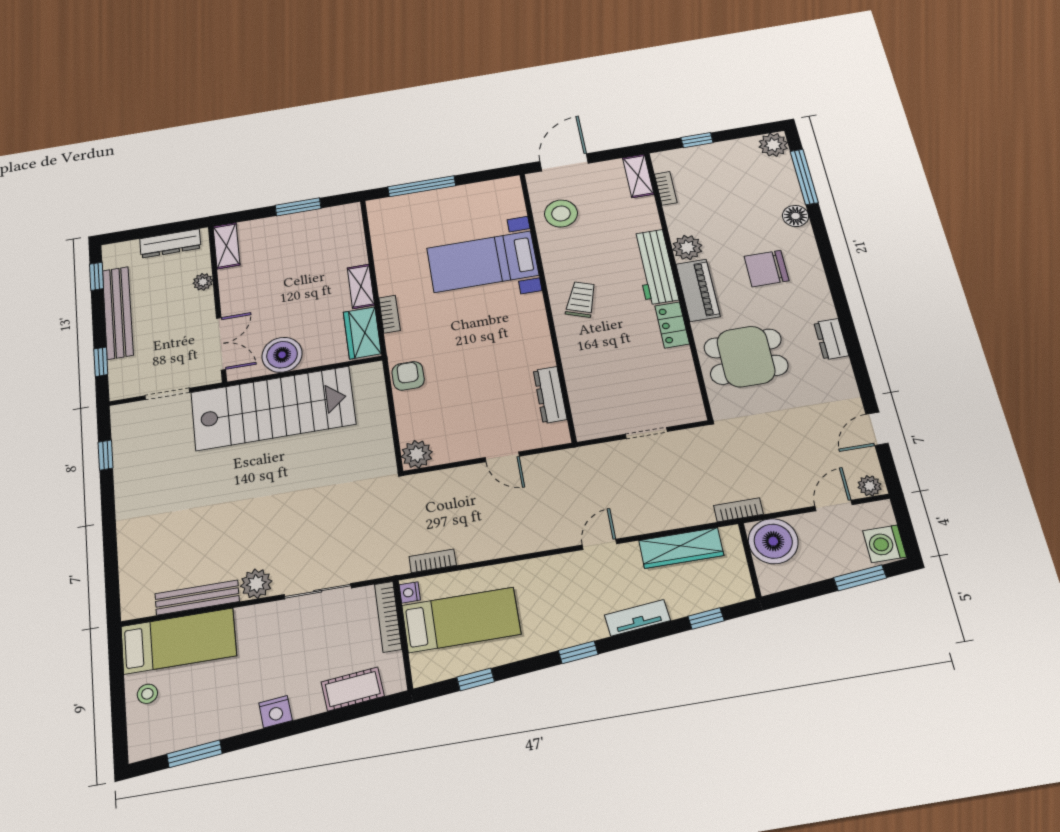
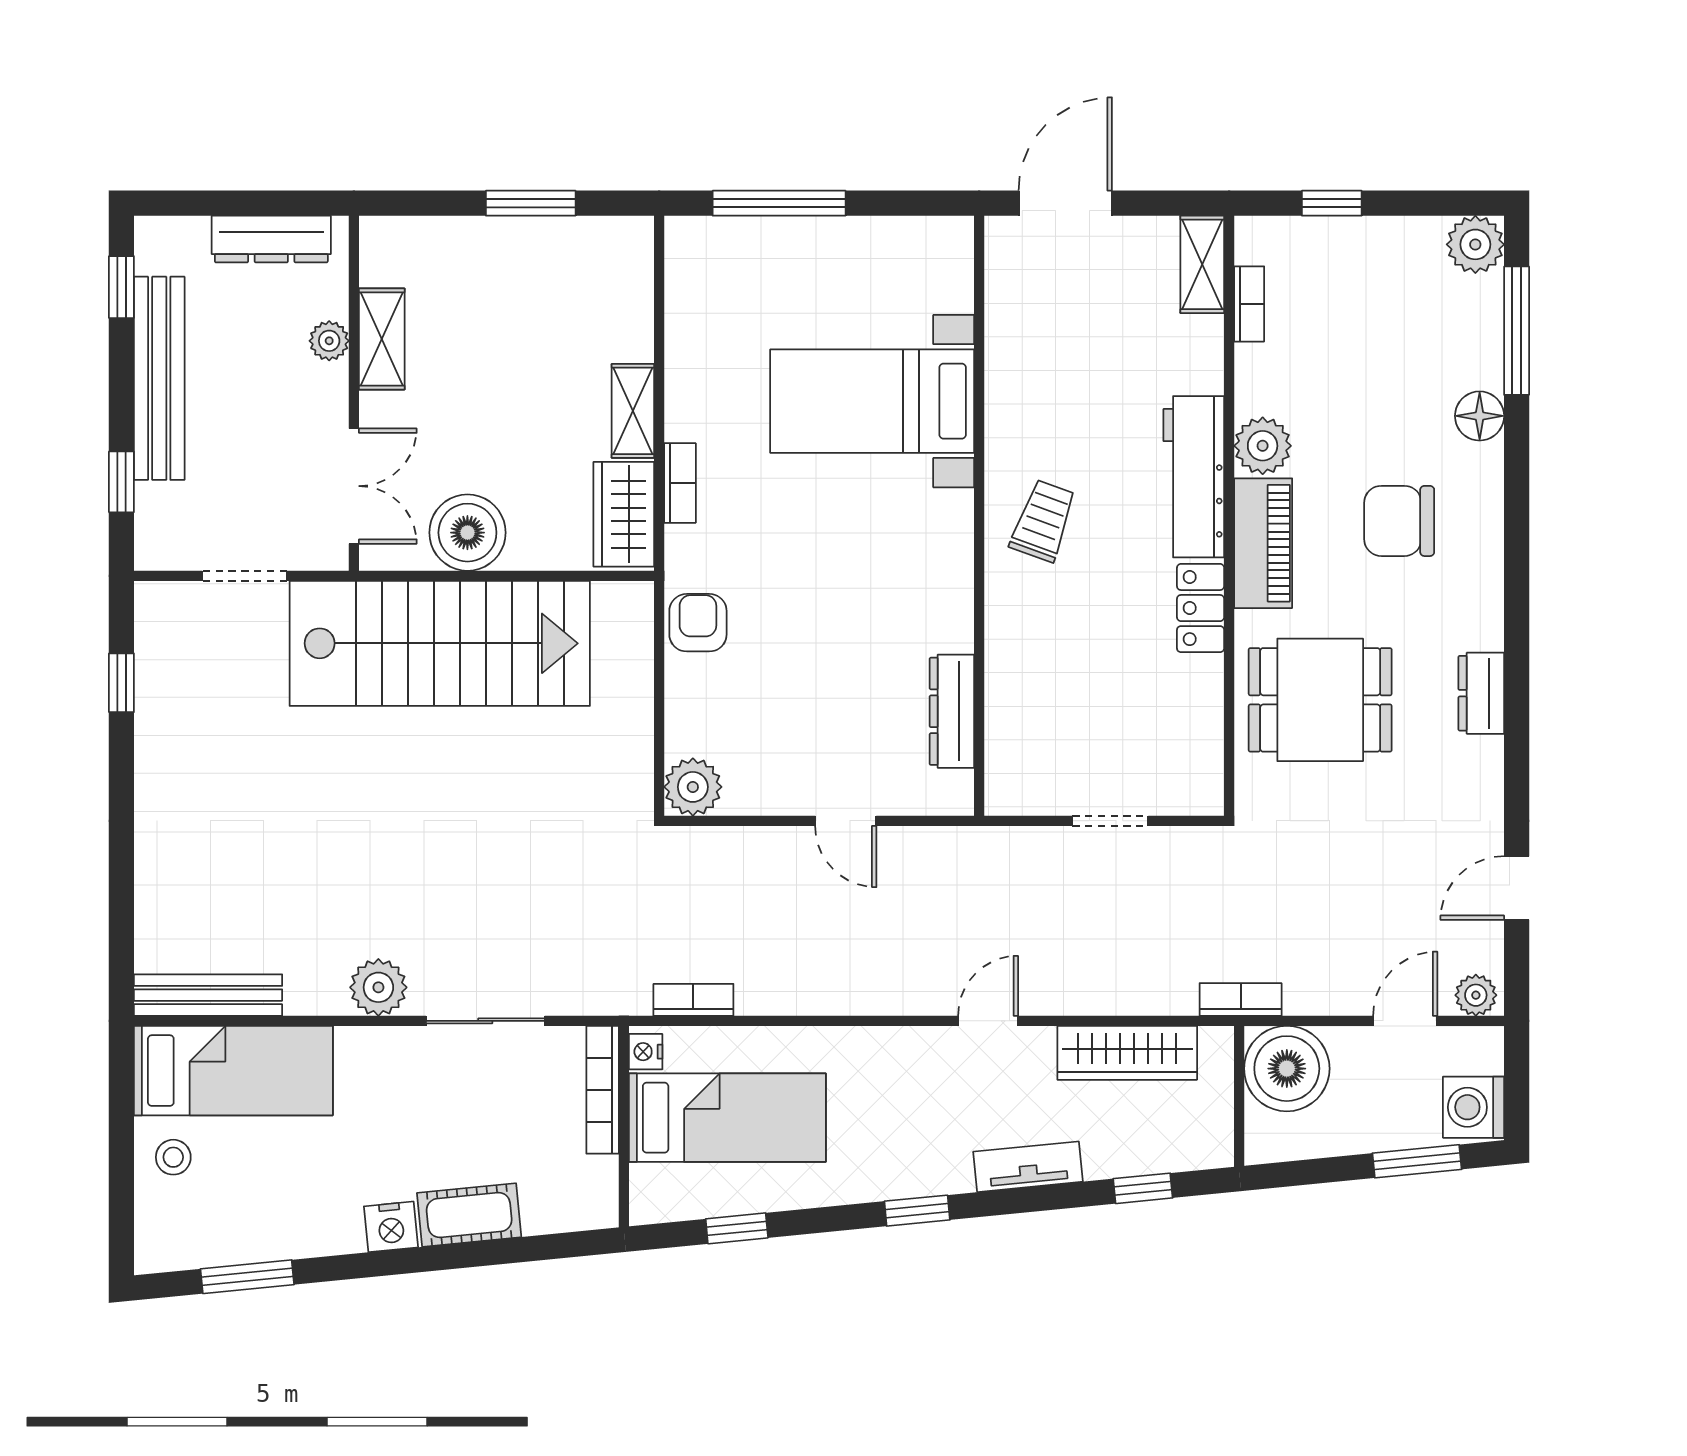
stool: (561, 214) -> (1039, 321), removed
shelving: (226, 246) -> (382, 339), moved
bench: (197, 598) -> (208, 995), moved
cot: (353, 689) -> (469, 1215), moved

